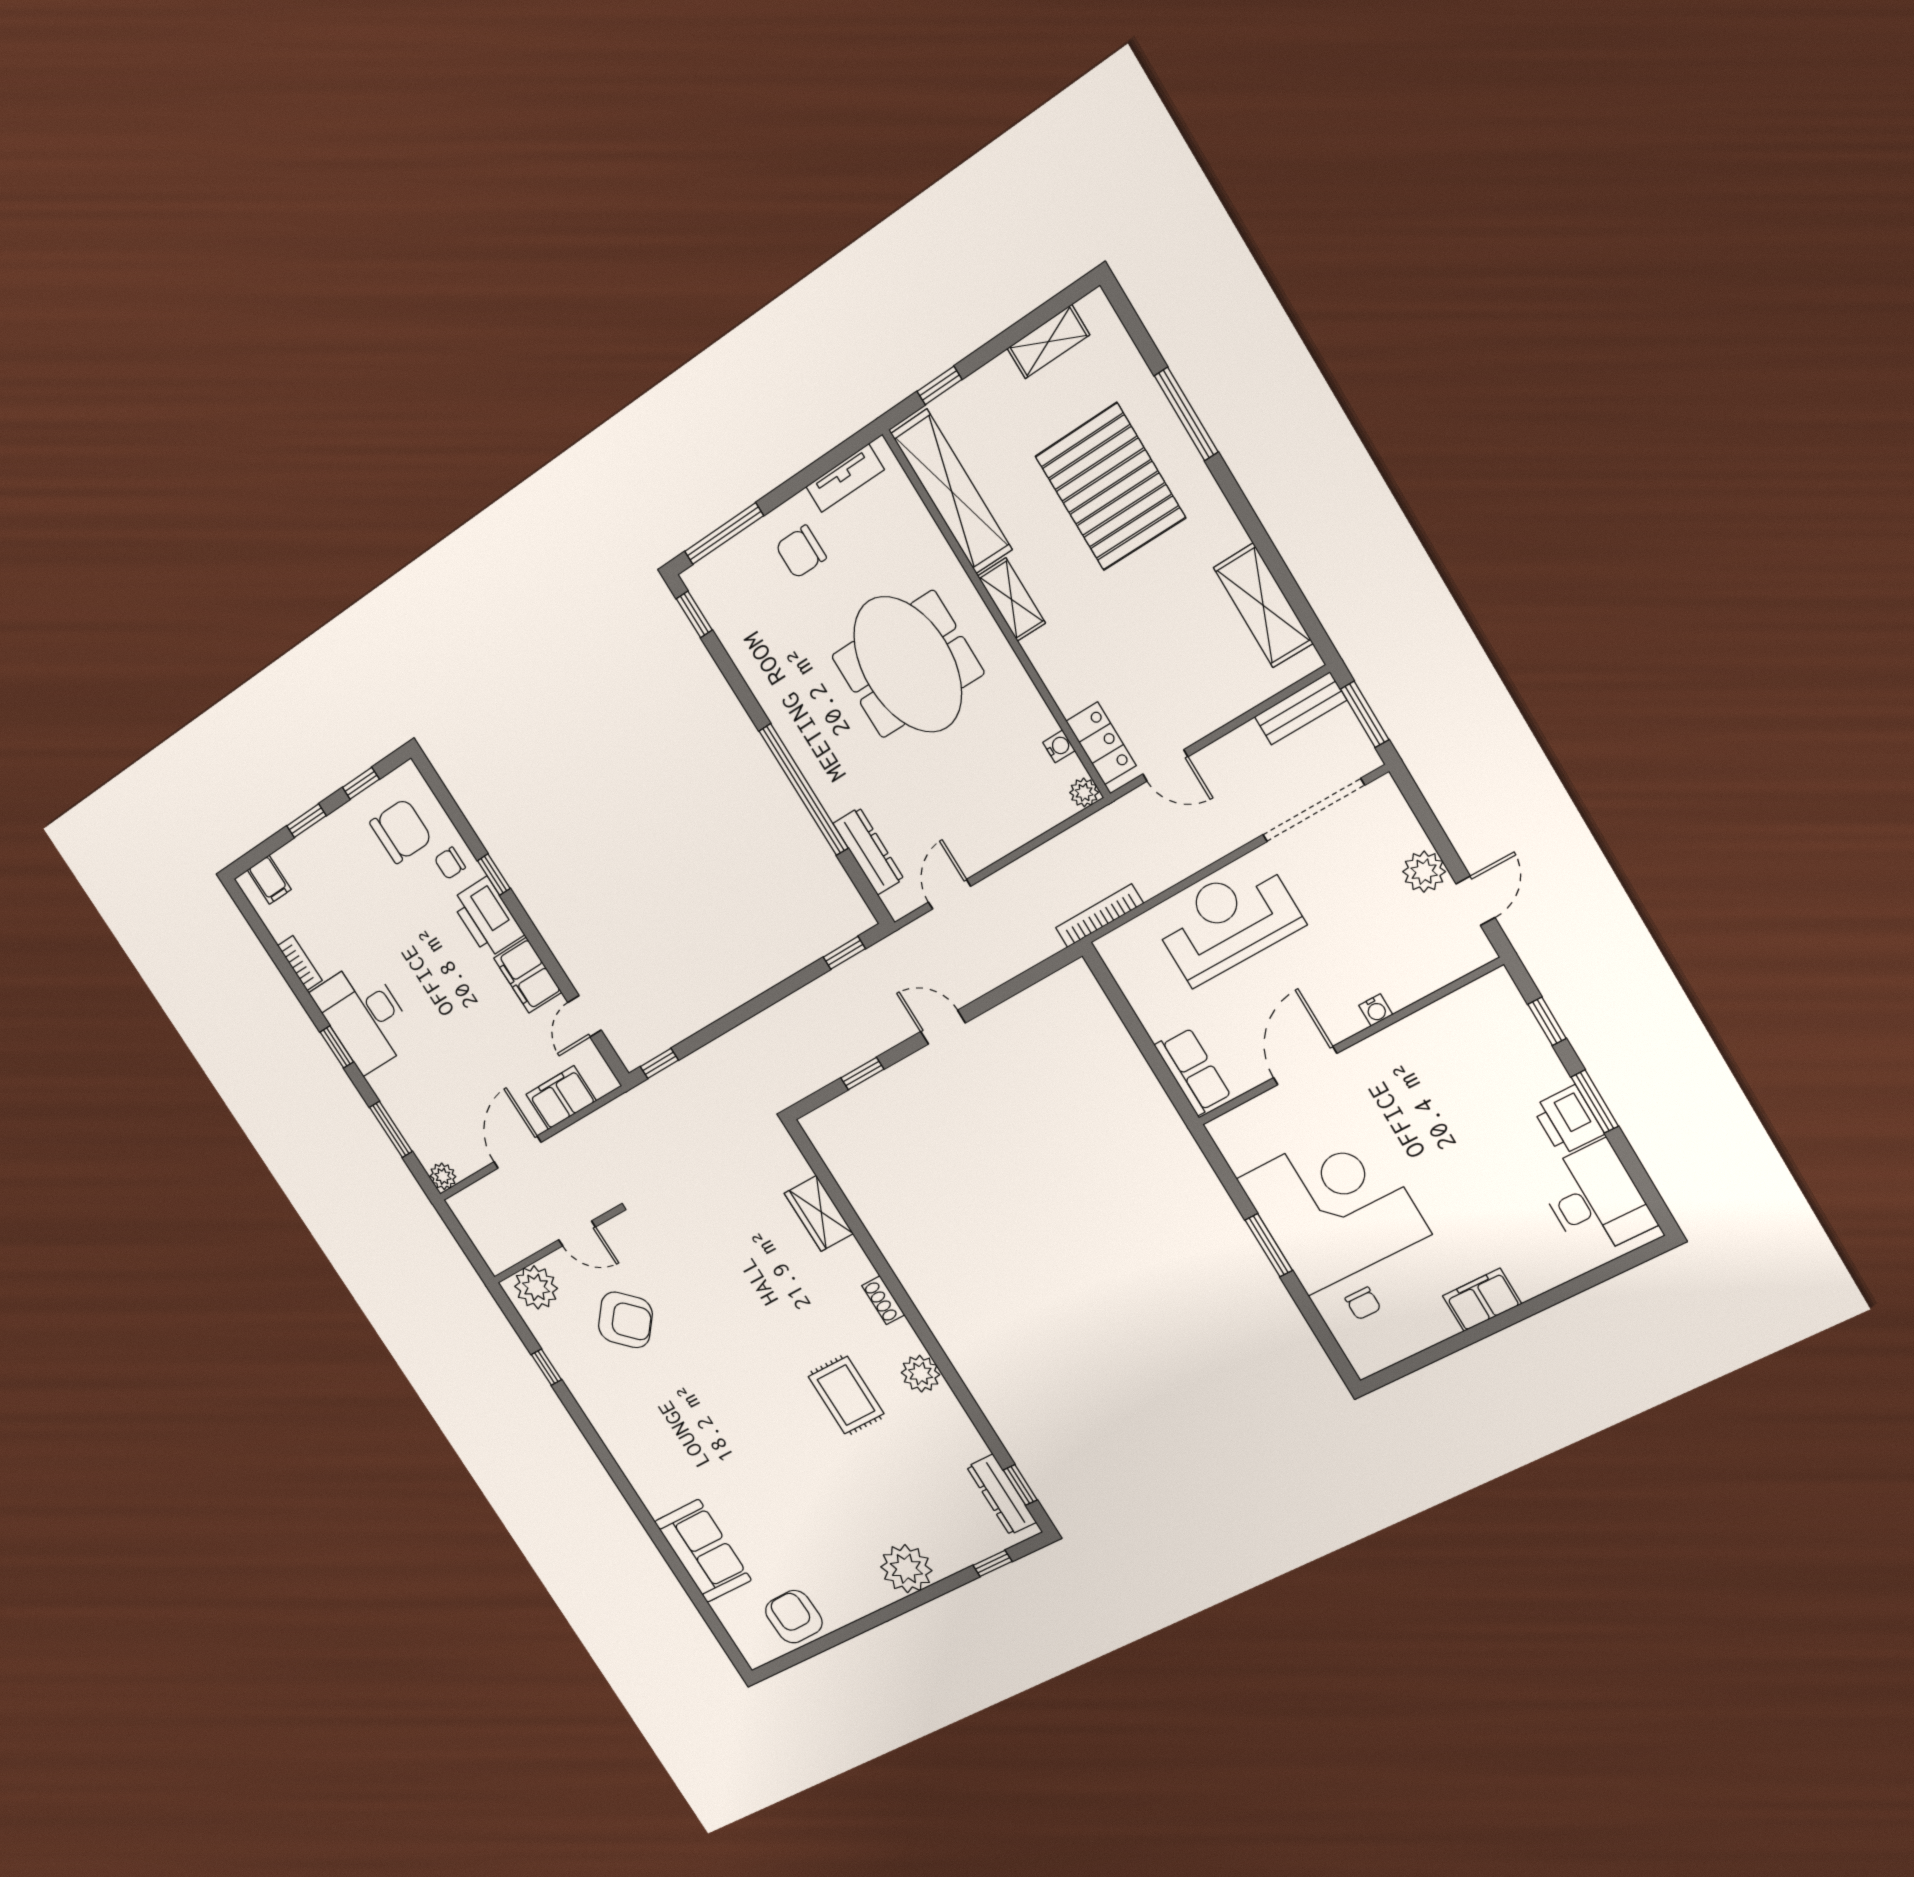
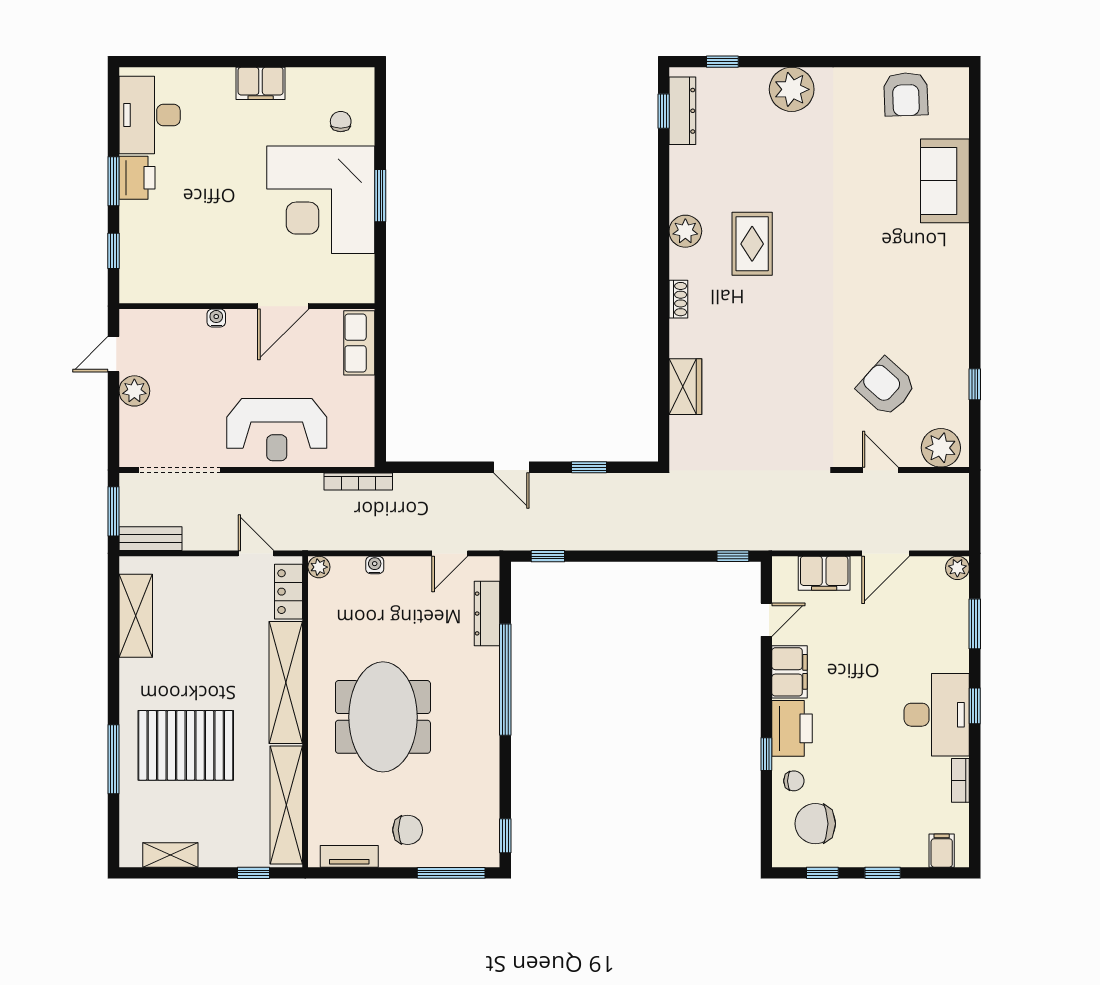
pallet: (1110, 487) -> (186, 745), turned 90
shelving: (1012, 600) -> (286, 683), width x2.20, depth x1.33
water cooler: (1059, 746) -> (375, 565), moved, turned 90

